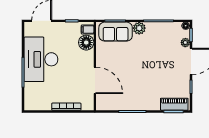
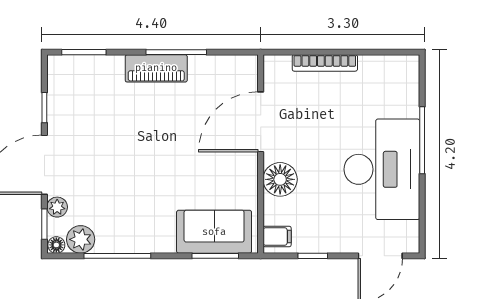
plant: (139, 28) -> (81, 239), moved
floor lamp: (86, 43) -> (280, 179), moved
door: (95, 80) -> (261, 122), hinge flipped
piano: (174, 104) -> (156, 68), moved

